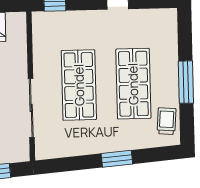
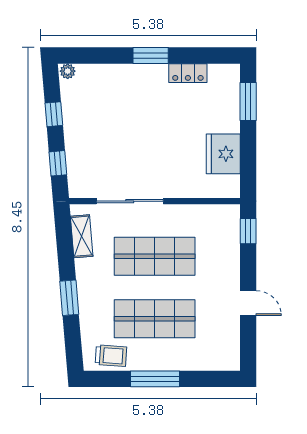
shelving: (63, 149) -> (82, 236), added

